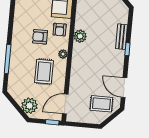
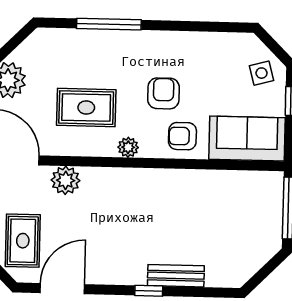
plant: (80, 36) -> (66, 180), moved

